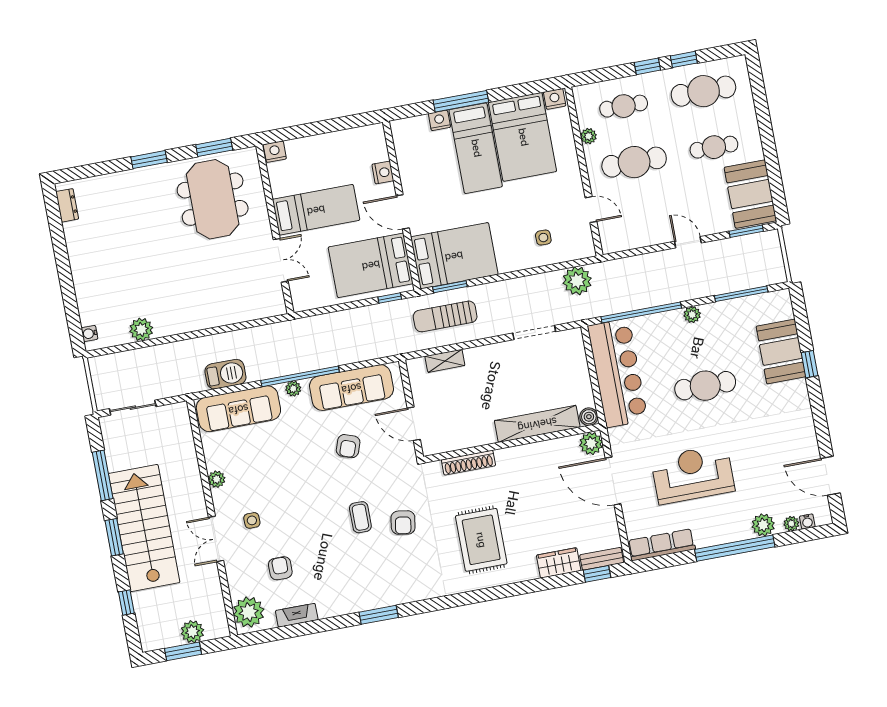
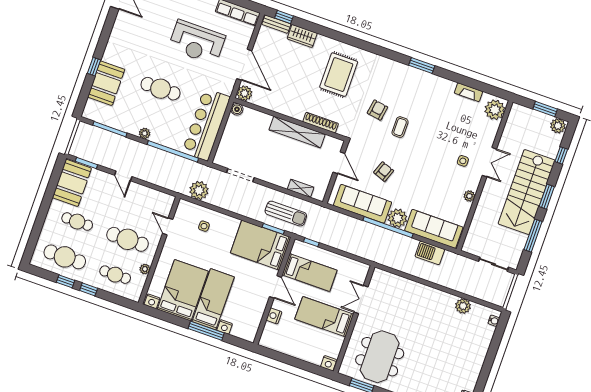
bed: (371, 265) -> (310, 272), width x0.67
plant: (293, 389) -> (397, 218), width x1.88, depth x1.88
shelving: (537, 424) -> (297, 132), moved
armchair: (280, 568) -> (462, 124), removed
plant: (192, 632) -> (558, 126), moved

